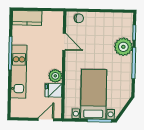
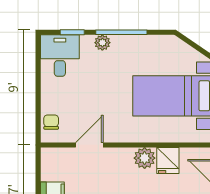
desk: (120, 25) -> (60, 56), added
plant: (123, 47) -> (102, 43), width x0.53, depth x0.53

